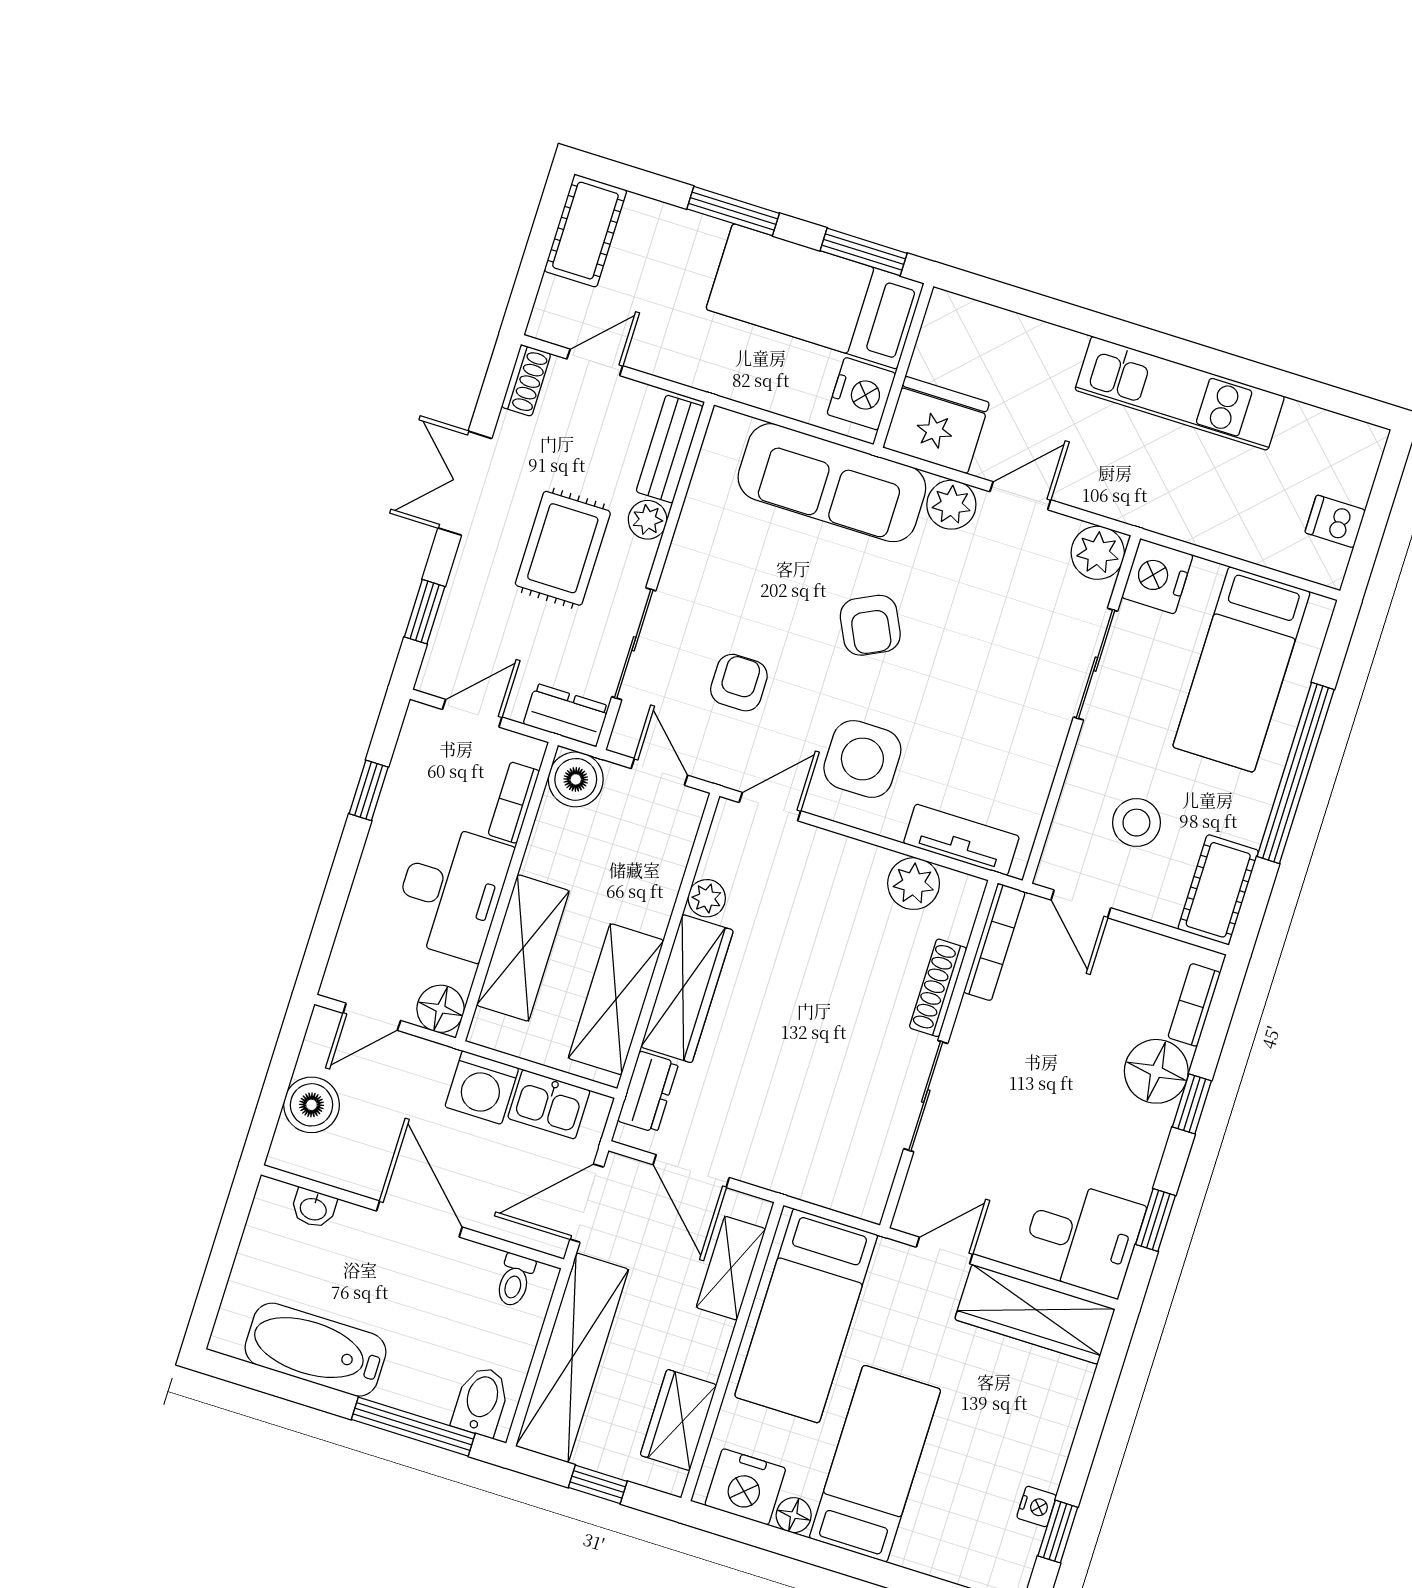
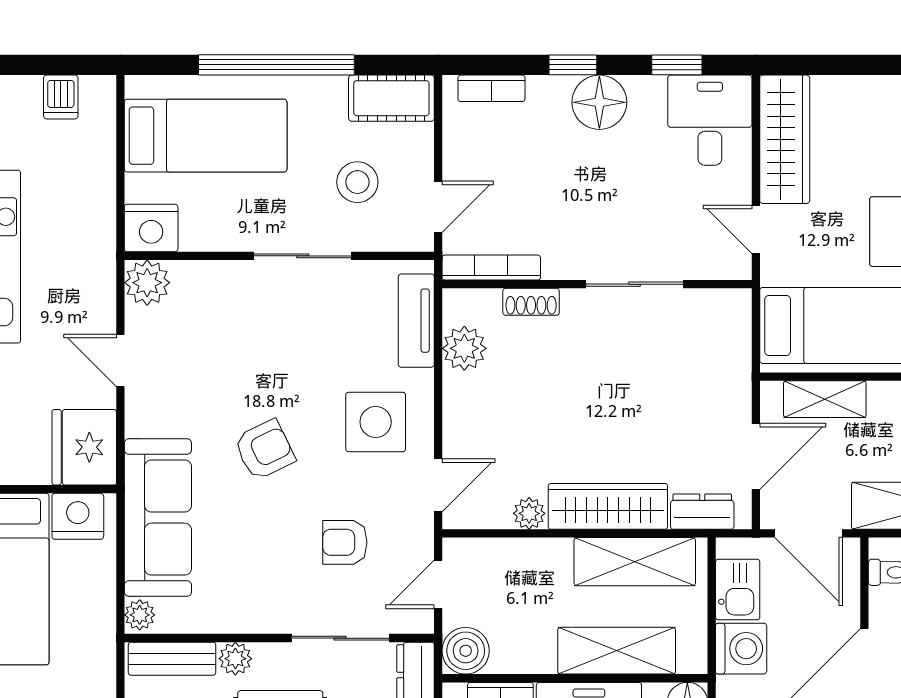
plant: (951, 505) -> (140, 615), moved, width x0.73, depth x0.73
sliding door: (1096, 664) -> (303, 256), moved
door: (770, 807) -> (438, 485), swing flipped
shoe rack: (938, 988) -> (531, 302), width x0.70
floor lamp: (1156, 1071) -> (599, 102), moved

